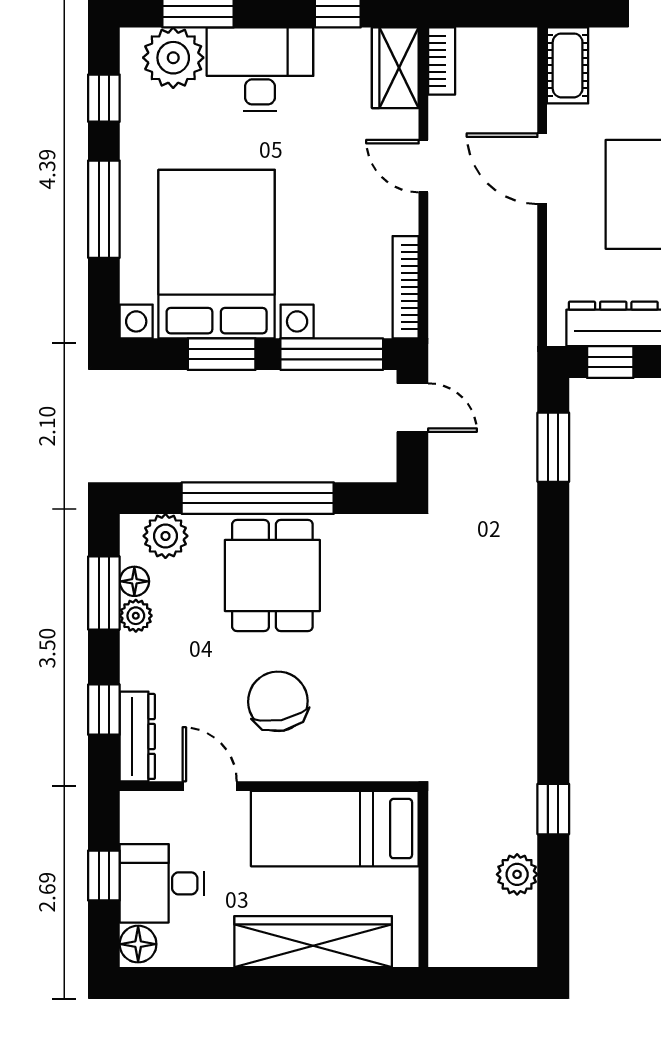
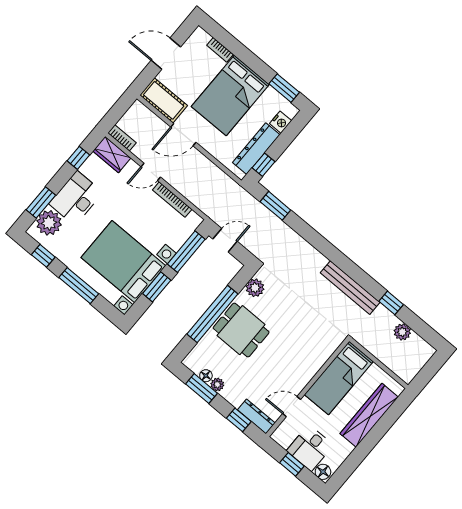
cot: (568, 65) -> (164, 100), width x1.37, depth x1.34
bookcase: (406, 287) -> (172, 200), moved
plant: (165, 536) -> (255, 288), moved
chair: (278, 701) -> (283, 362), removed
bench: (518, 710) -> (350, 288), added

